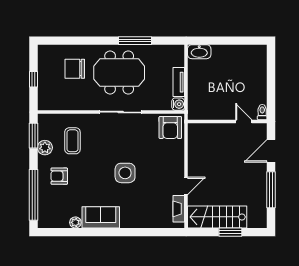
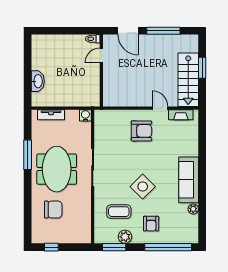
washbasin: (199, 52) -> (38, 81), moved
chair: (75, 69) -> (53, 210), turned -90
window: (33, 79) -> (51, 247), moved
tv unit: (179, 82) -> (51, 115), moved
armchair: (170, 128) -> (141, 131), moved
side table: (125, 173) -> (143, 187), moved, turned 45
sofa: (101, 217) -> (189, 180), width x1.36

